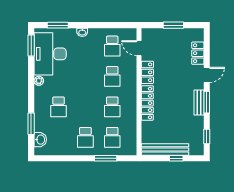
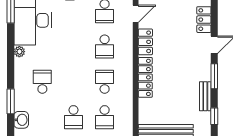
door: (139, 48) -> (136, 14), swing flipped
bench: (199, 103) -> (205, 96), moved
school desk: (59, 107) -> (42, 82), turned 180
school desk: (112, 107) -> (105, 82), turned 180

